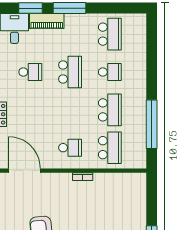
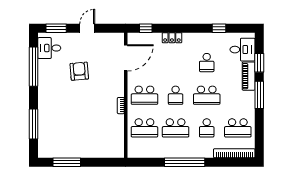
bookcase: (141, 38) -> (234, 153), added
school desk: (70, 110) -> (176, 95), added
window: (152, 124) -> (185, 162), moved
school desk: (70, 148) -> (144, 95), width x1.85

